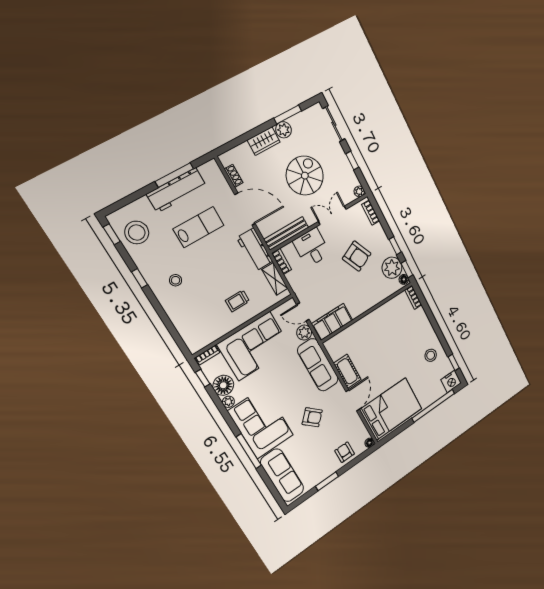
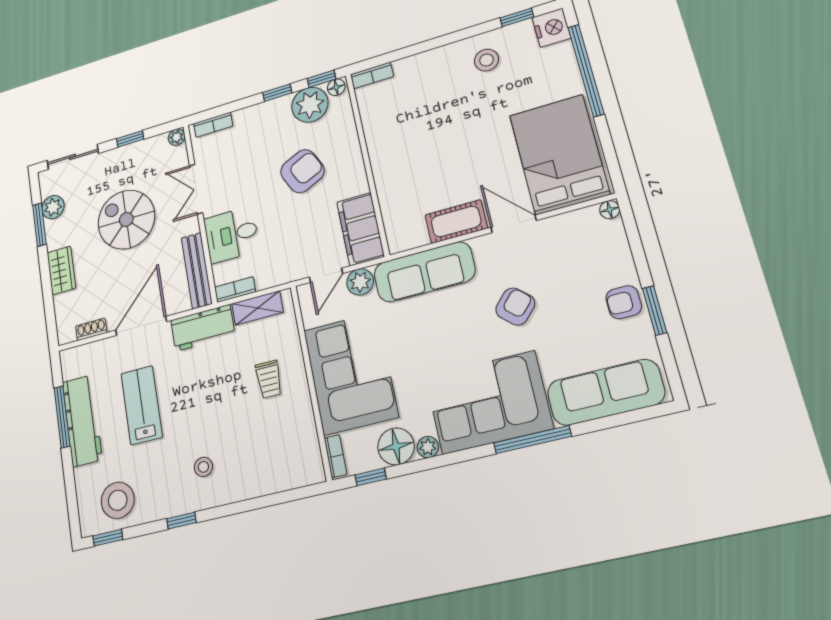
plant: (284, 130) -> (53, 207), moved
armchair: (357, 256) -> (302, 171), moved
armchair: (345, 452) -> (624, 302), moved

